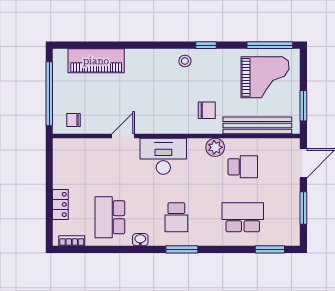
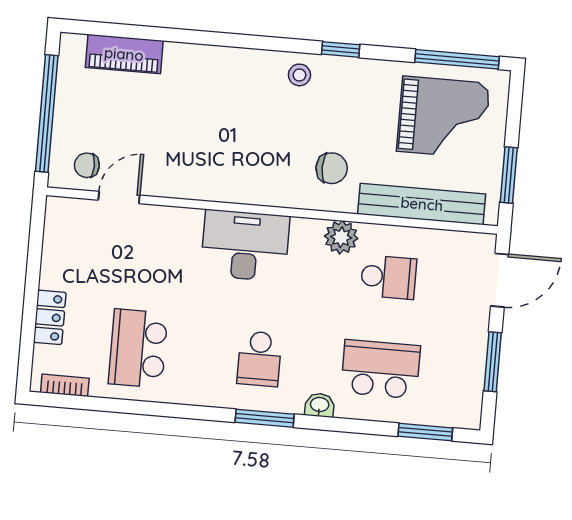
piano: (96, 61) -> (124, 54), width x0.73, depth x0.75
door: (123, 136) -> (119, 198), moved
washbasin: (140, 240) -> (320, 405), moved

